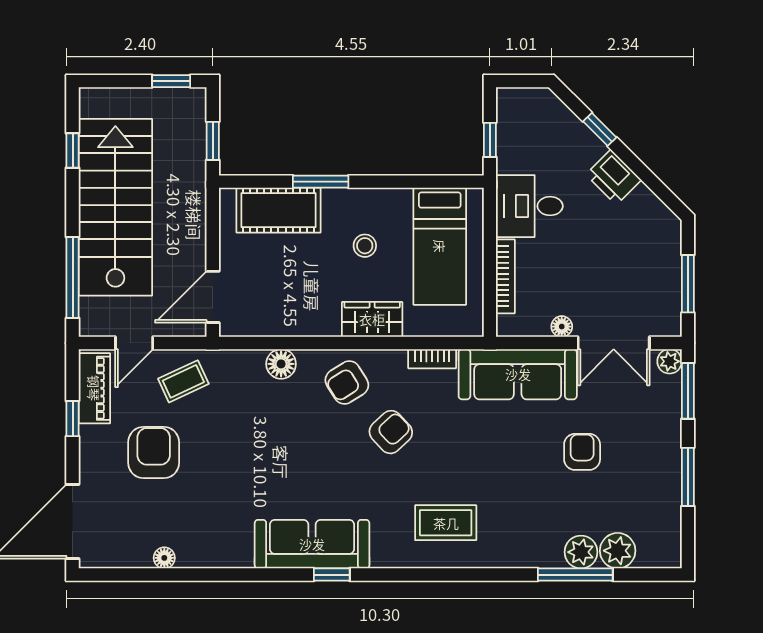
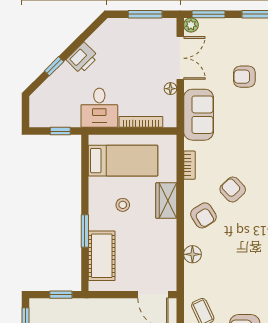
sofa: (518, 374) -> (199, 115), width x0.73

